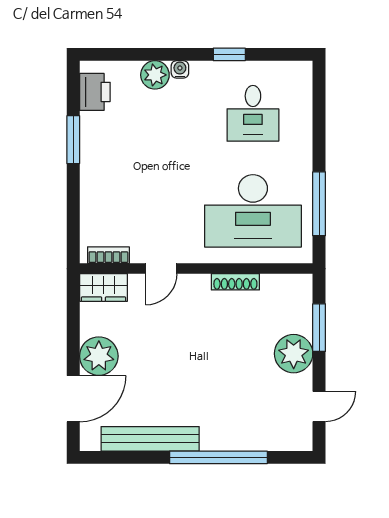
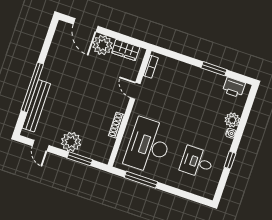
wardrobe: (104, 287) -> (126, 50), moved, turned -90
bench: (150, 439) -> (36, 106), moved

